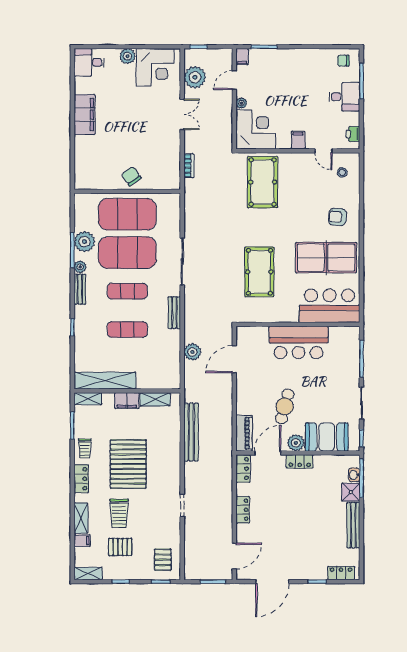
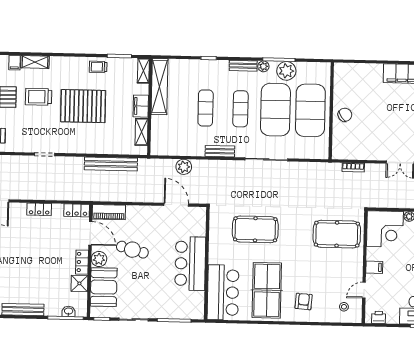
locker: (81, 479) -> (71, 63), removed
shower: (351, 492) -> (79, 283), moved

